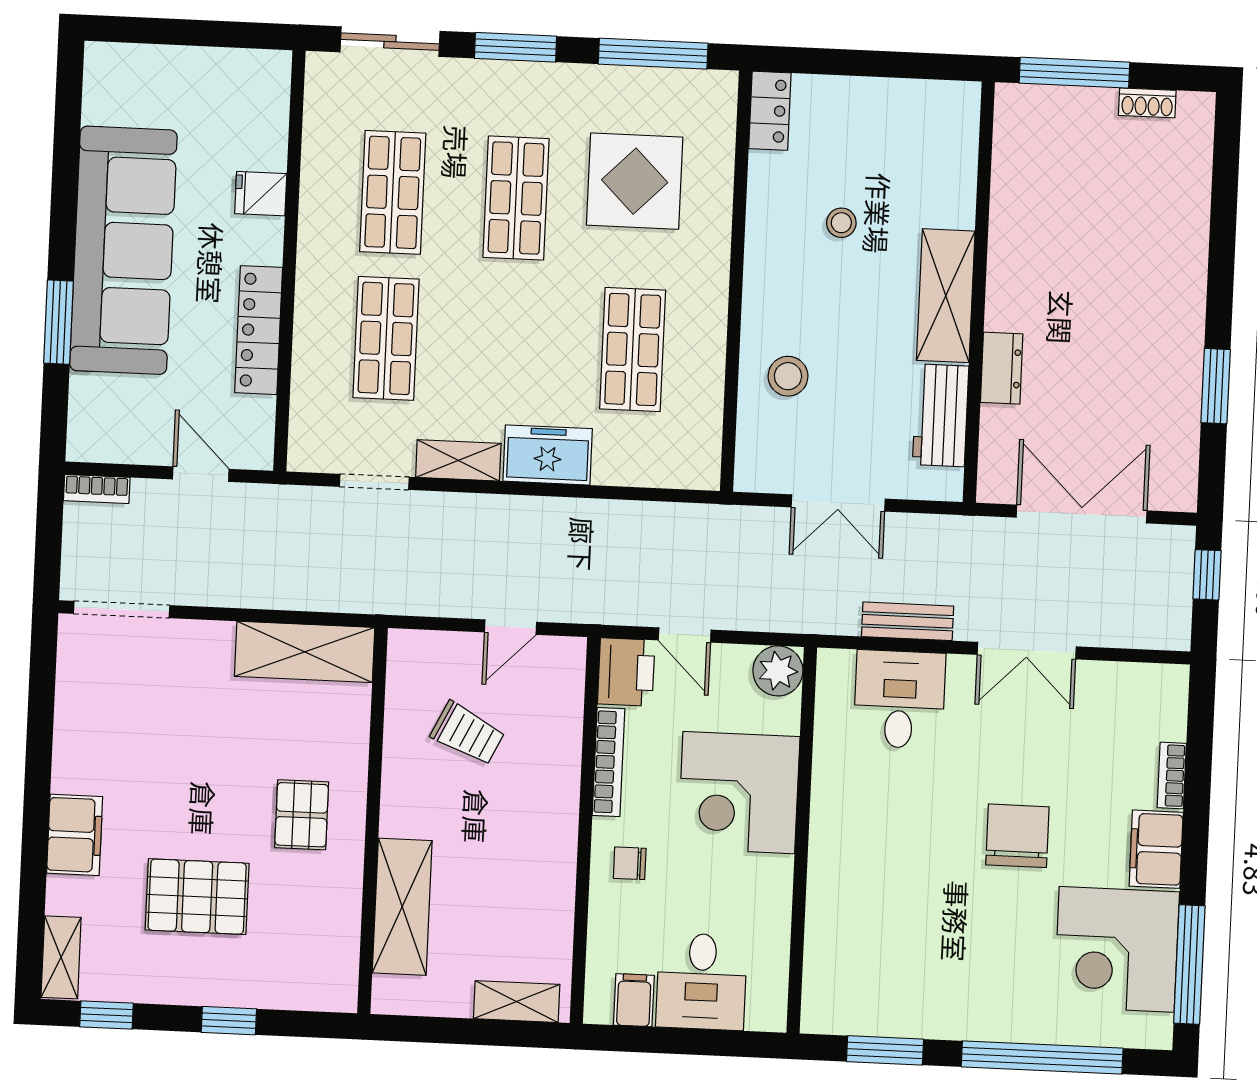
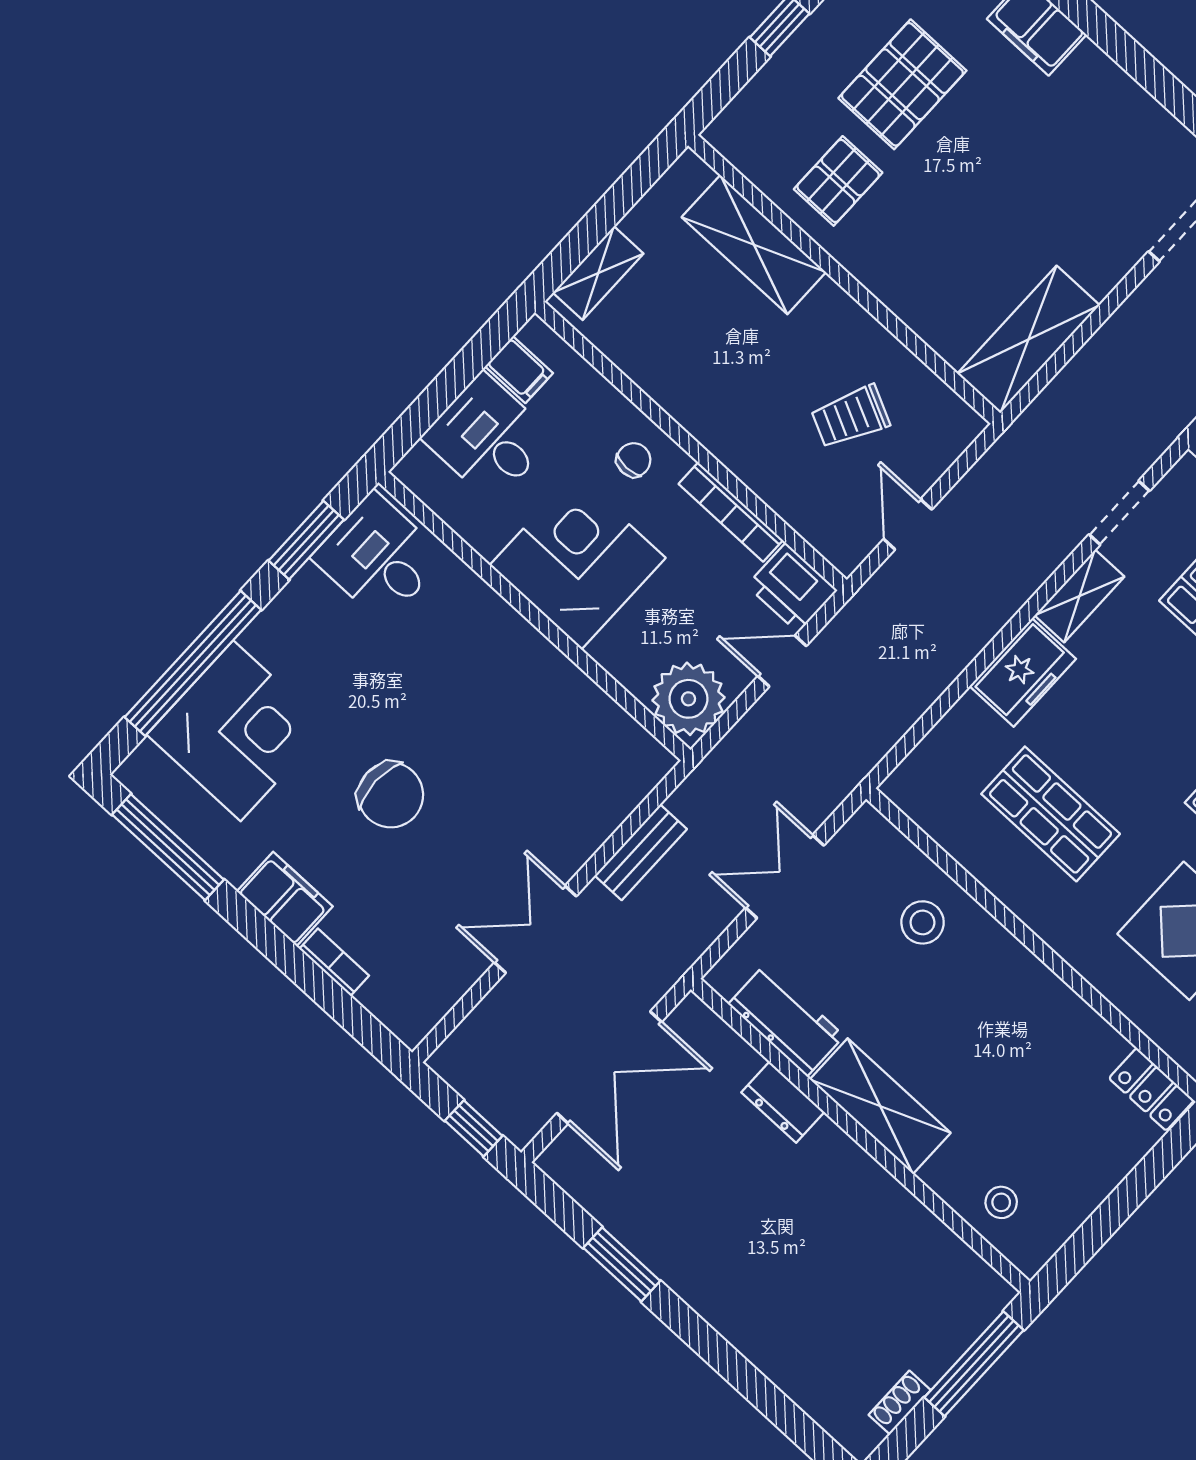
stool: (841, 223) -> (1001, 1202), moved
plant: (778, 671) -> (688, 699), width x1.36, depth x1.36
desk: (899, 699) -> (379, 557), moved, turned 180
corner desk: (739, 793) -> (578, 562), moved
pallet: (302, 815) -> (838, 181), moved, turned 90
corner desk: (1117, 949) -> (237, 731), moved, turned 90

